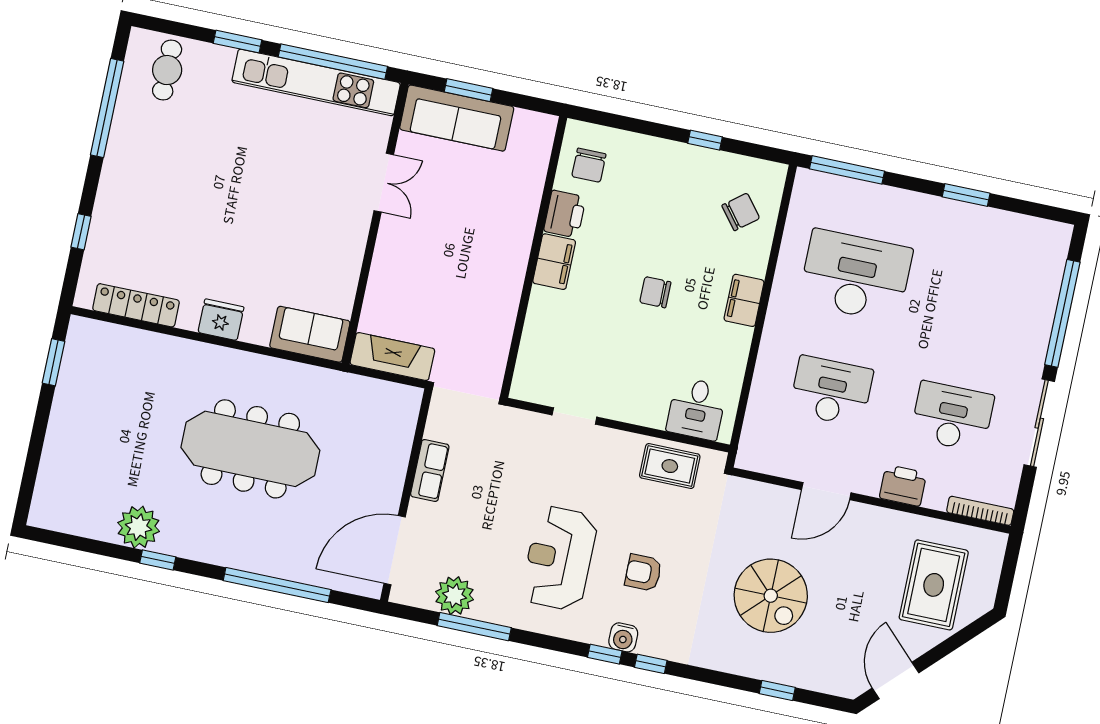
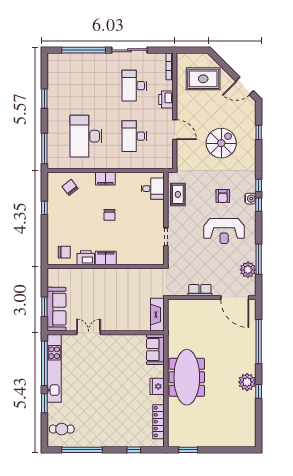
meeting table: (250, 449) -> (187, 377), moved
plant: (139, 527) -> (247, 382), moved

